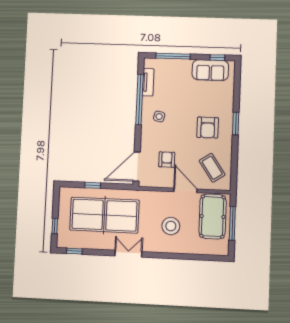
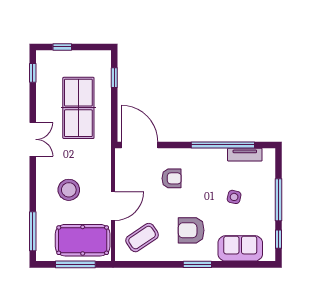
window: (173, 56) -> (279, 200), moved
sofa: (210, 70) -> (240, 248), moved, turned 90
side table: (159, 117) -> (234, 197), moved
armchair: (167, 160) -> (172, 178), moved
window: (93, 185) -> (114, 78), moved
table tennis table: (104, 215) -> (78, 108), width x0.73, depth x0.76
window: (204, 257) -> (33, 231), added

